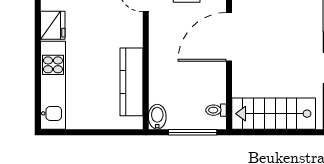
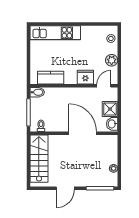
fridge: (53, 25) -> (85, 77), moved, turned 180
kitchen counter: (132, 82) -> (51, 78), width x0.67

